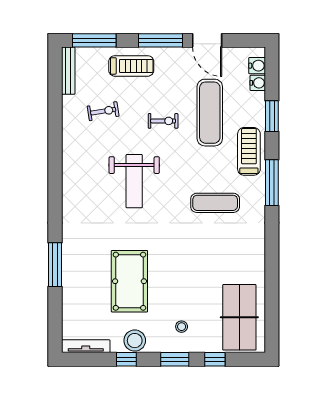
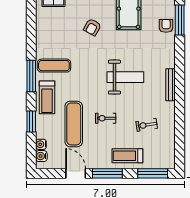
bench: (68, 71) -> (171, 85), moved
weight bench: (134, 181) -> (125, 77), turned 90
exercise mat: (215, 203) -> (54, 66), moved
armchair: (183, 254) -> (92, 27), added
armchair: (75, 256) -> (166, 26), added

